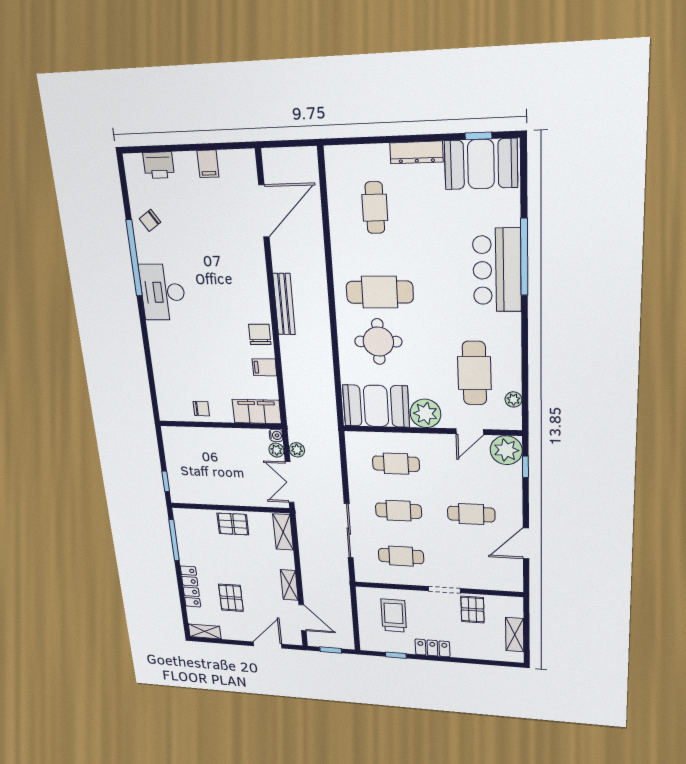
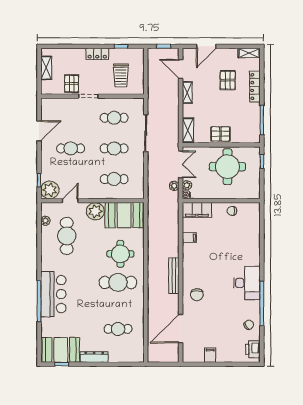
printer: (159, 165) -> (253, 349), moved, turned -90
cafe table: (375, 208) -> (118, 329), turned 90
chair: (260, 334) -> (197, 295), moved
round table: (216, 476) -> (227, 167), added

